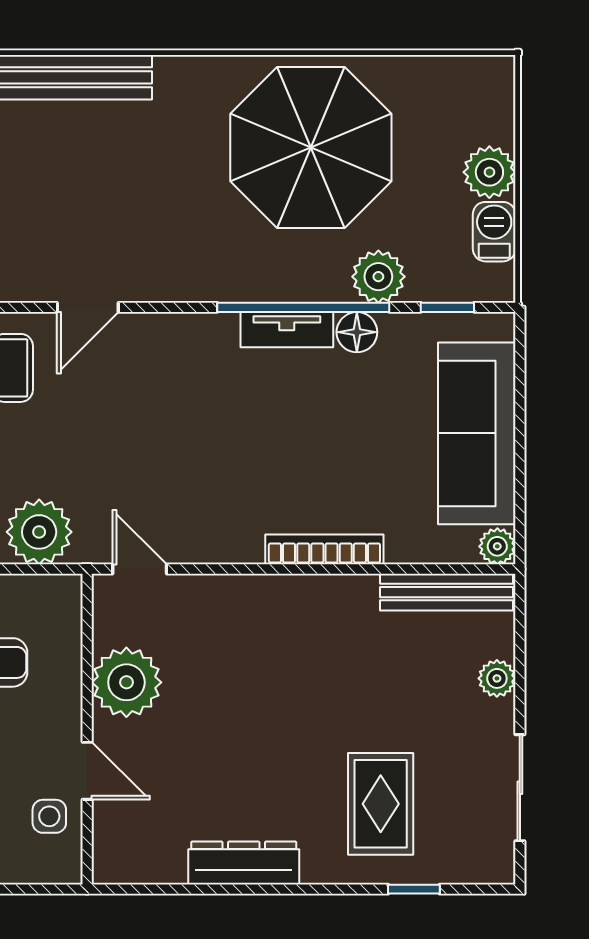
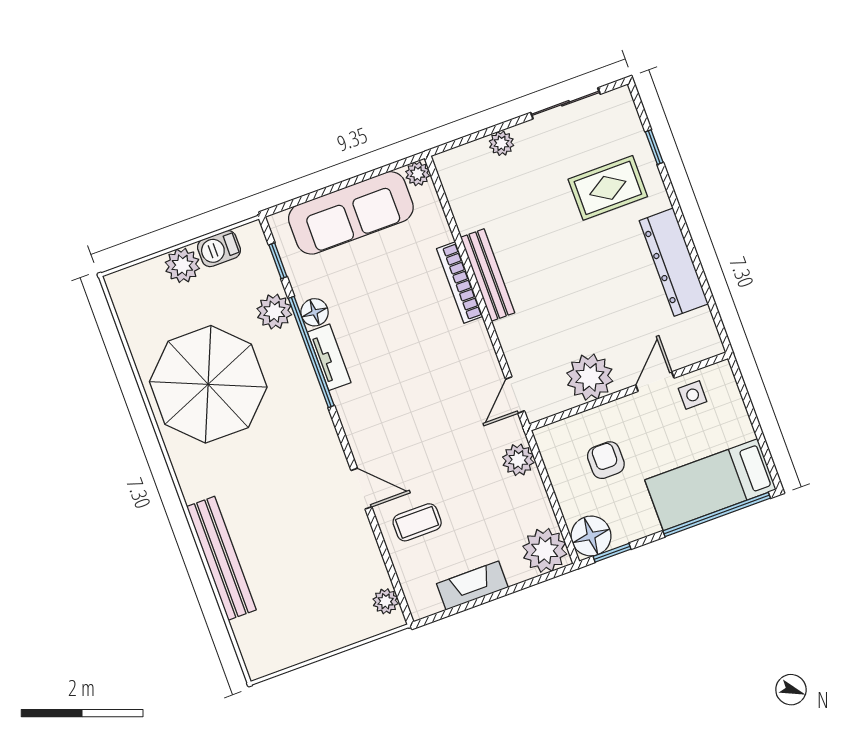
plant: (39, 532) -> (518, 460), width x0.73, depth x0.73
bench: (446, 592) -> (488, 275), moved
dresser: (244, 863) -> (674, 262), width x1.37, depth x1.24

